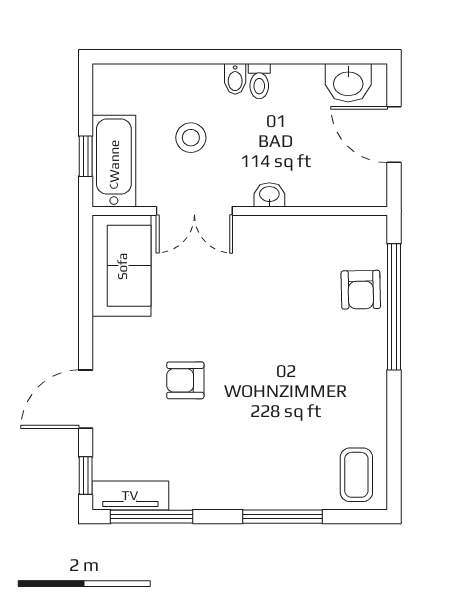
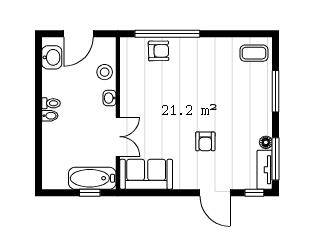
stool: (191, 138) -> (105, 72), moved
floor lamp: (183, 498) -> (266, 142), added

